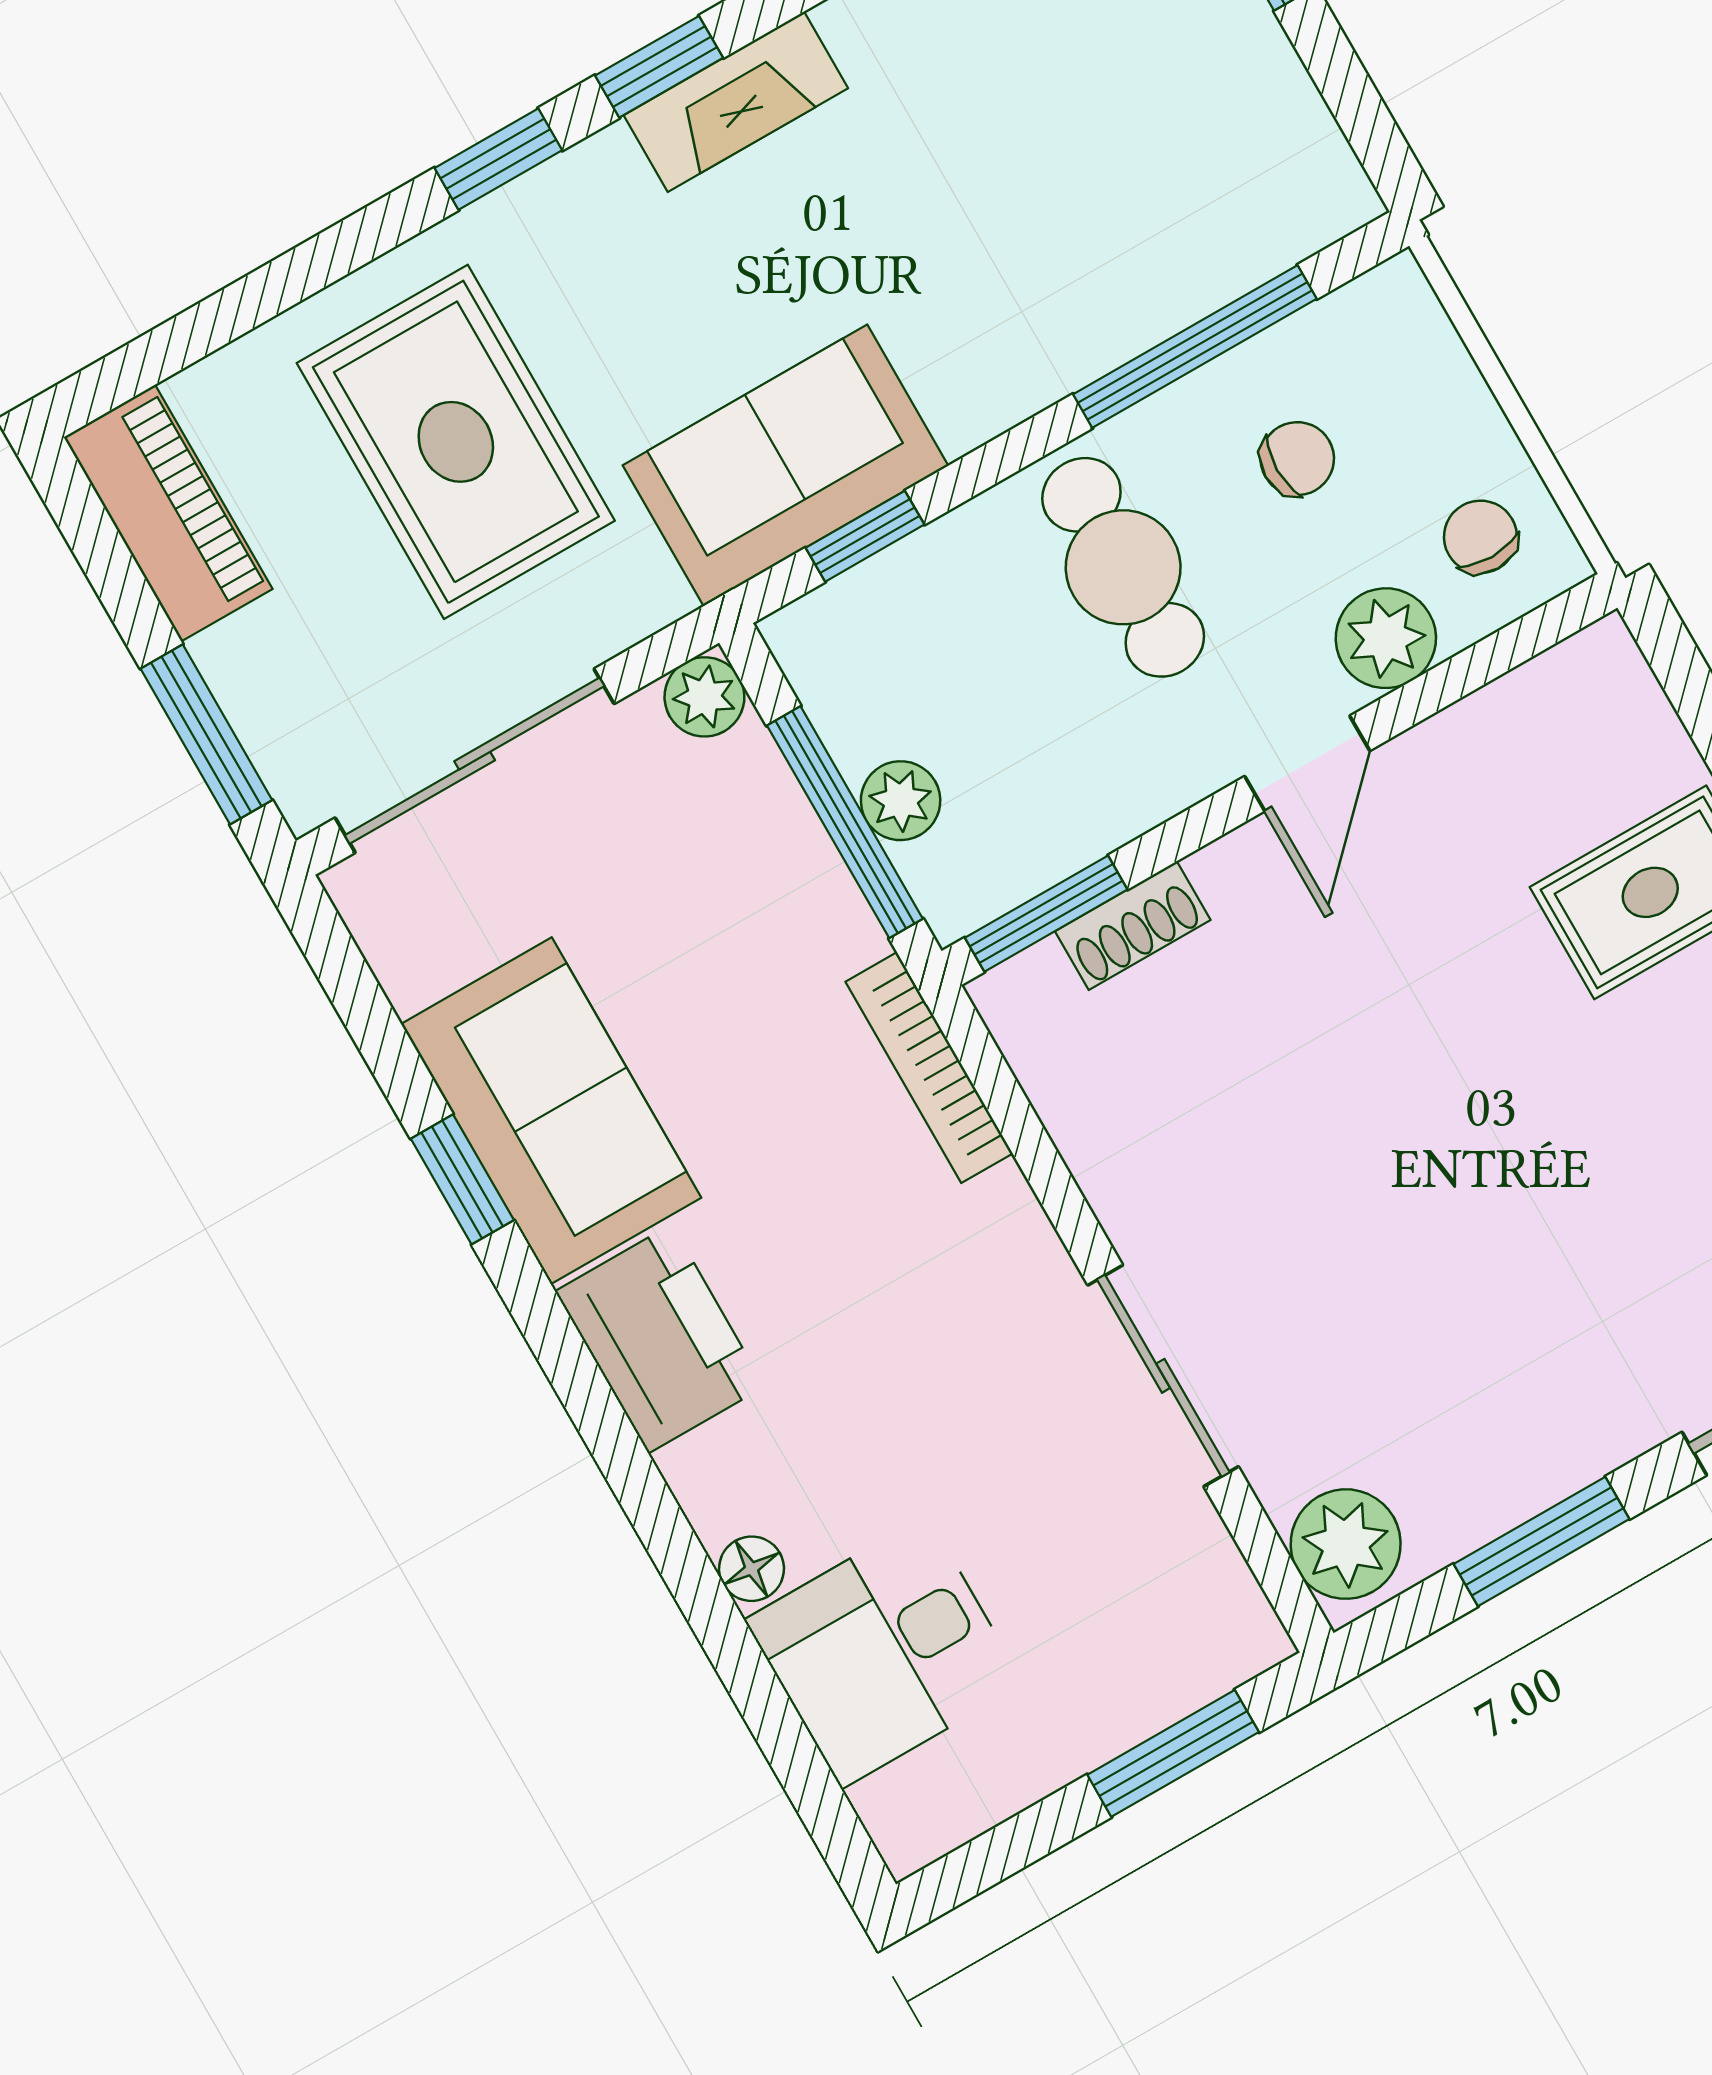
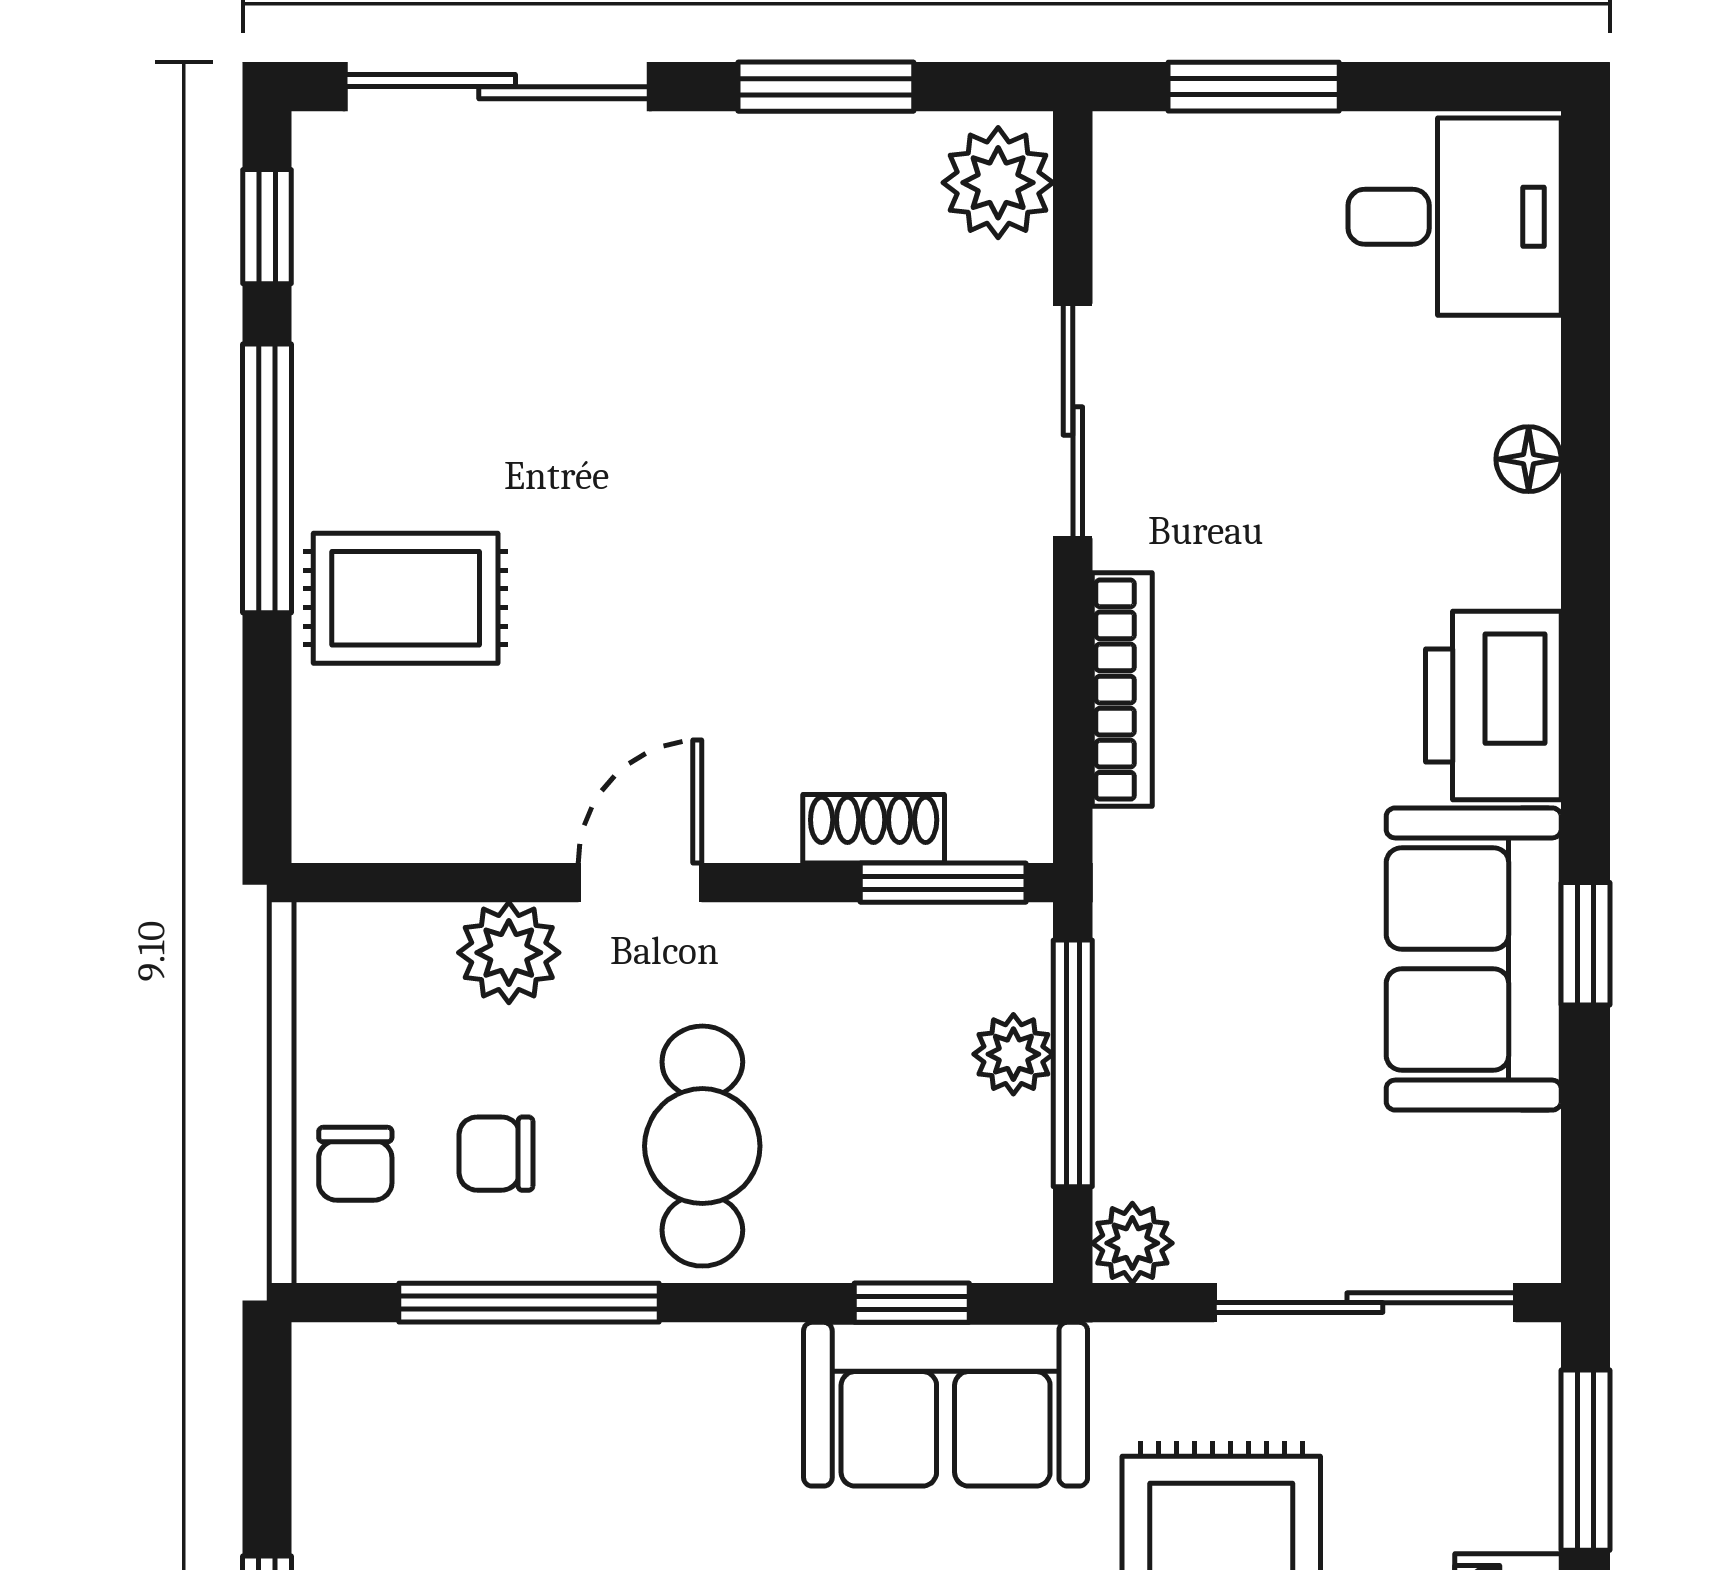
chair: (1480, 537) -> (355, 1164), moved
bookcase: (929, 1068) -> (1122, 690), moved
desk: (884, 1652) -> (1455, 217), moved

